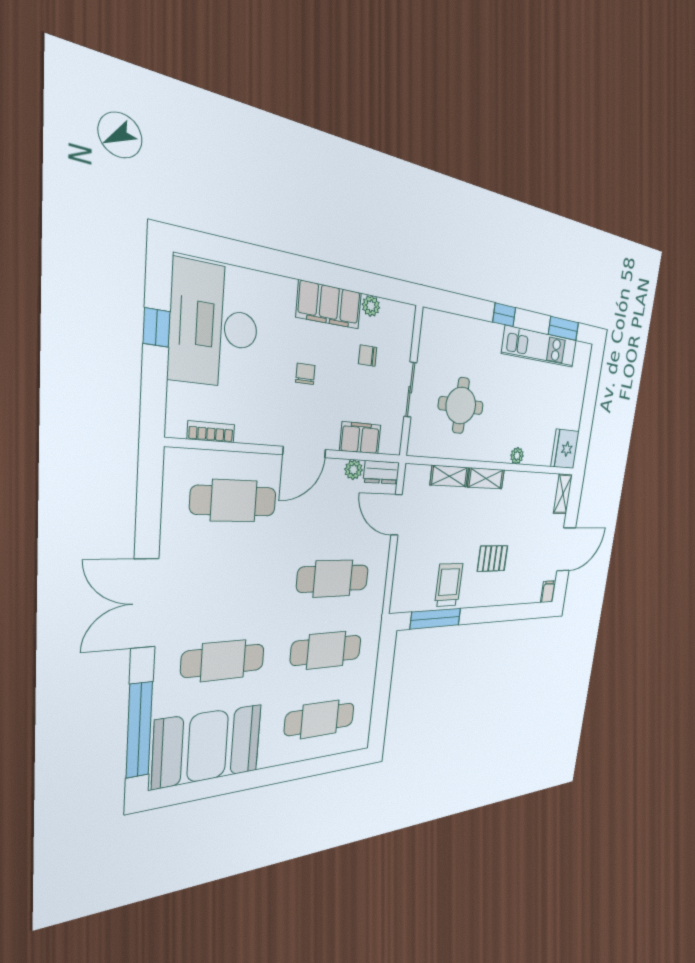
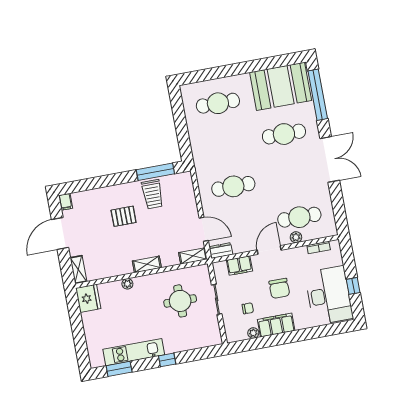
chair: (305, 374) -> (279, 288), width x1.87, depth x1.87
plant: (354, 470) -> (296, 237), moved
shelving: (449, 476) -> (193, 256), moved
cafe table: (326, 650) -> (226, 145), removed

